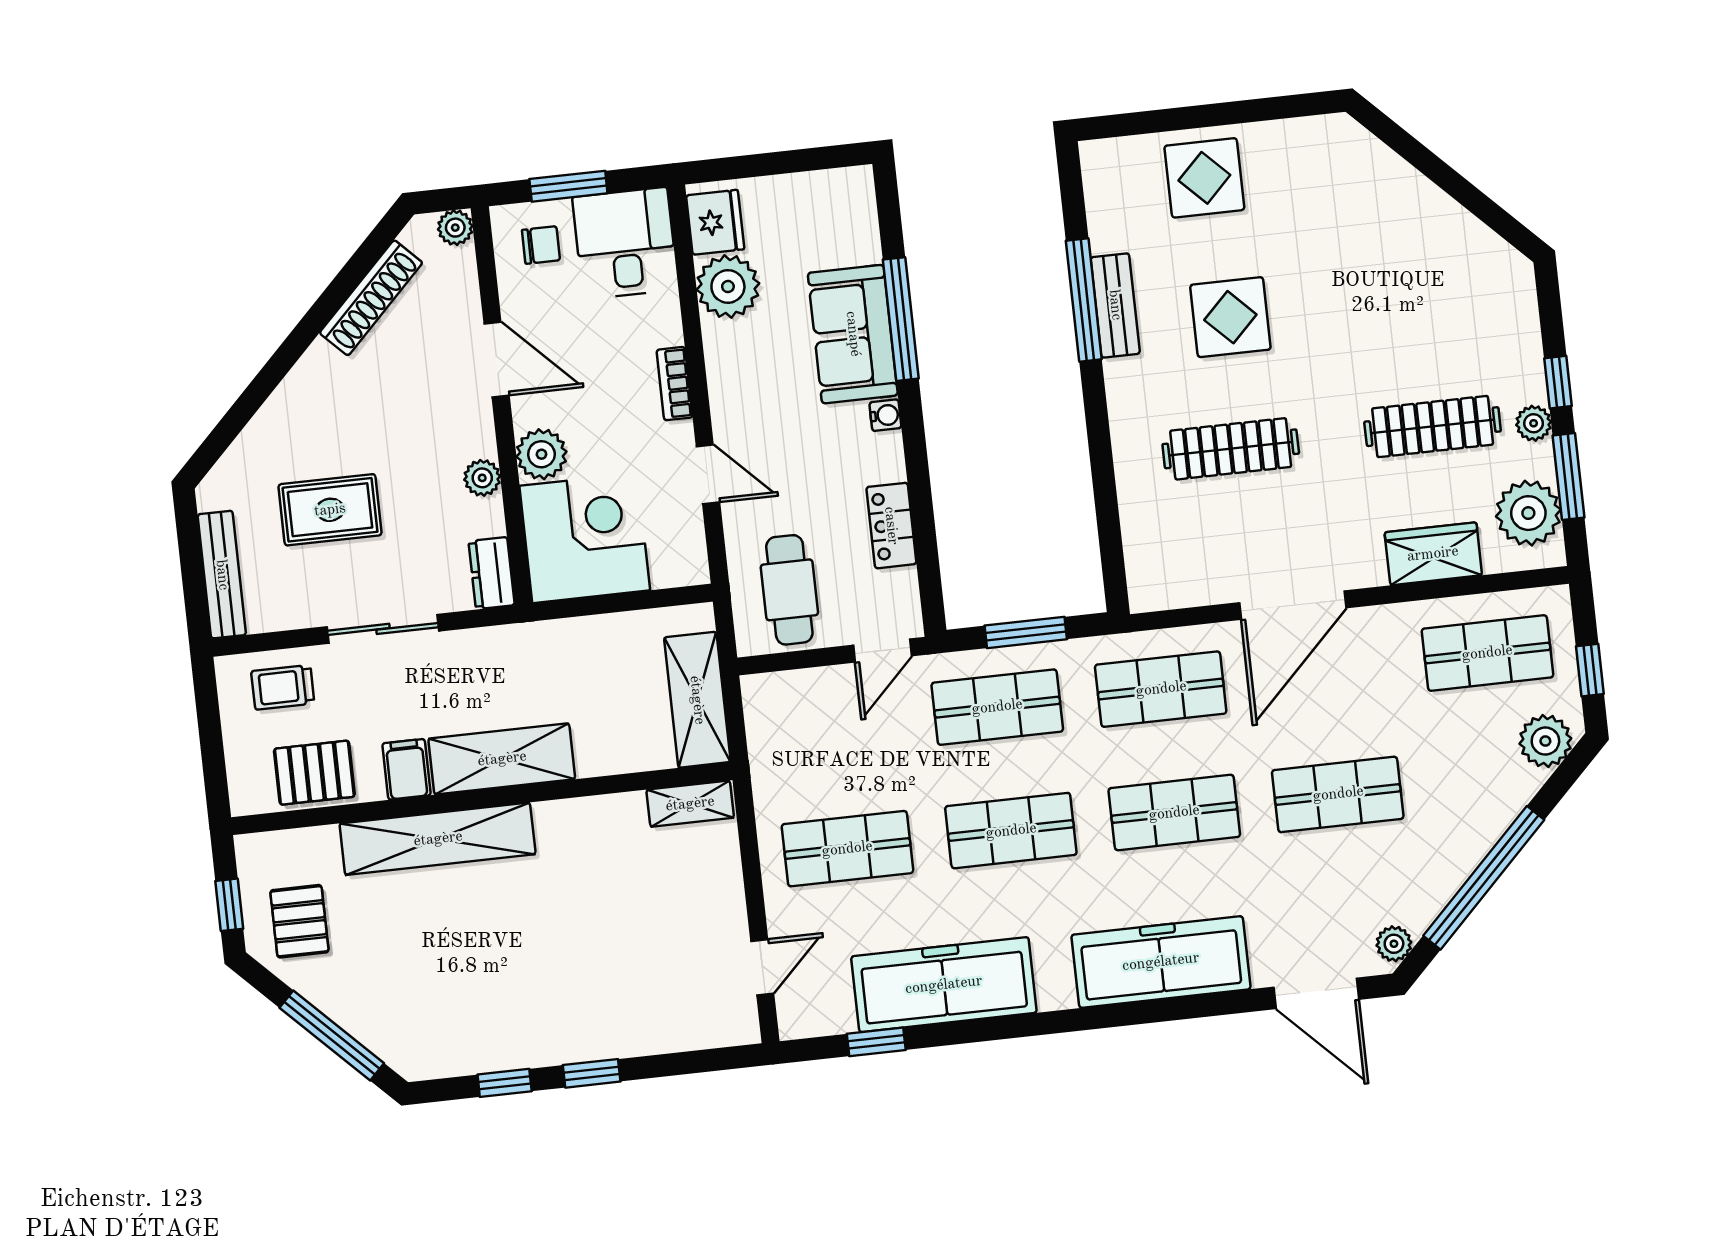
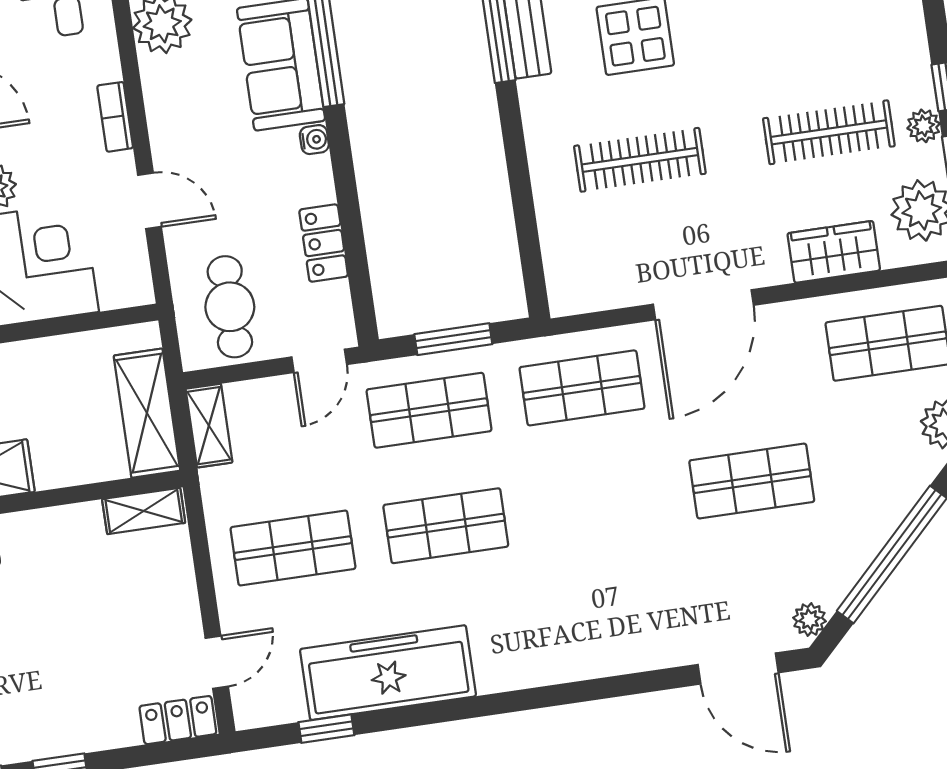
shelving: (763, 715) -> (209, 426), added
shop shelf: (1174, 813) -> (599, 503), removed
freezer: (1161, 962) -> (591, 644), removed
locker: (719, 1027) -> (178, 720), added

